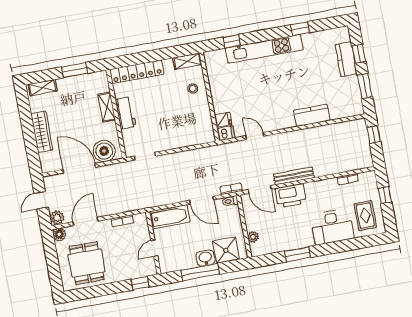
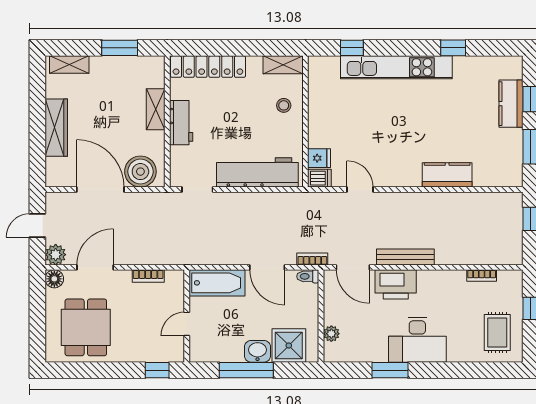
workbench: (183, 137) -> (257, 172), added
desk: (332, 227) -> (417, 340), moved

